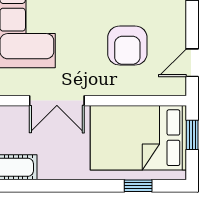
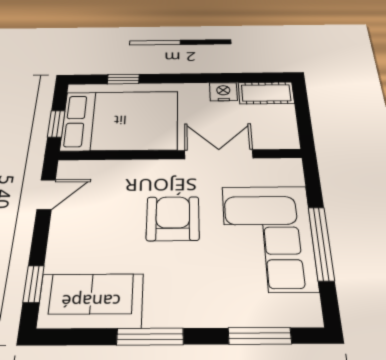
armchair: (127, 46) -> (173, 218), moved
nightstand: (50, 169) -> (223, 92), added

